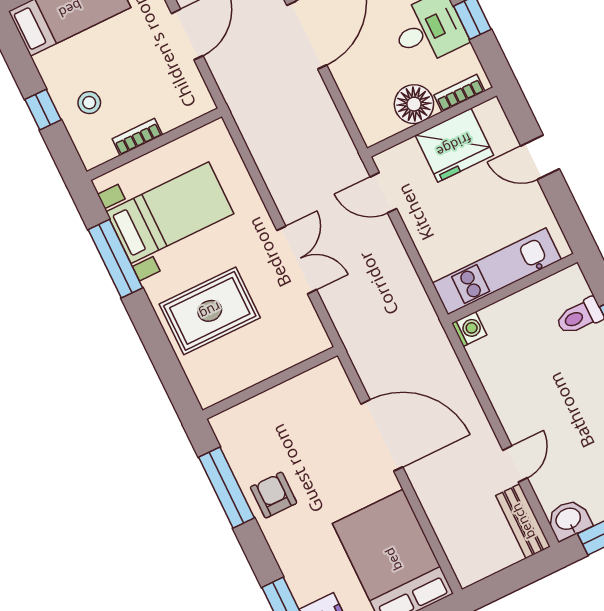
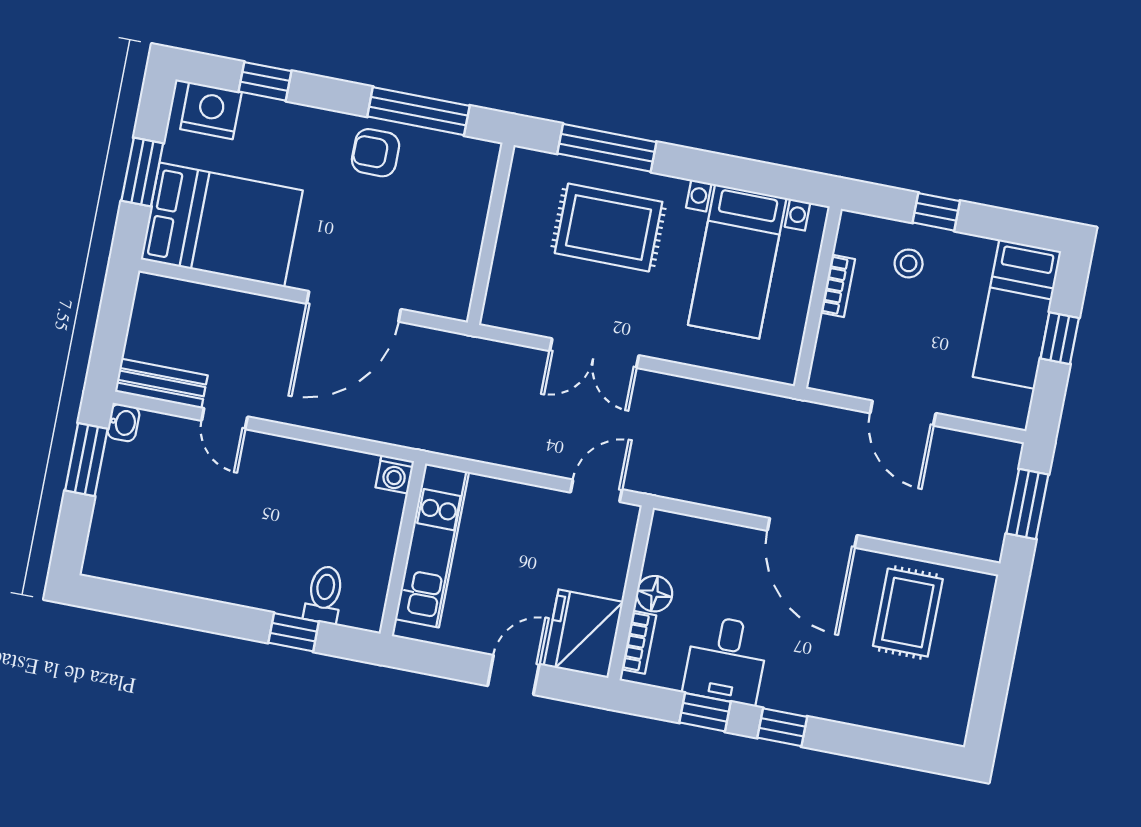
floor lamp: (414, 104) -> (654, 594), width x0.73, depth x0.73
fridge: (454, 145) -> (583, 634), moved
window: (115, 259) -> (607, 148), moved
rug: (210, 311) -> (609, 227), turned 90
armchair: (274, 495) -> (376, 153), turned 180
washbasin: (569, 520) -> (123, 423), width x0.72, depth x0.69

